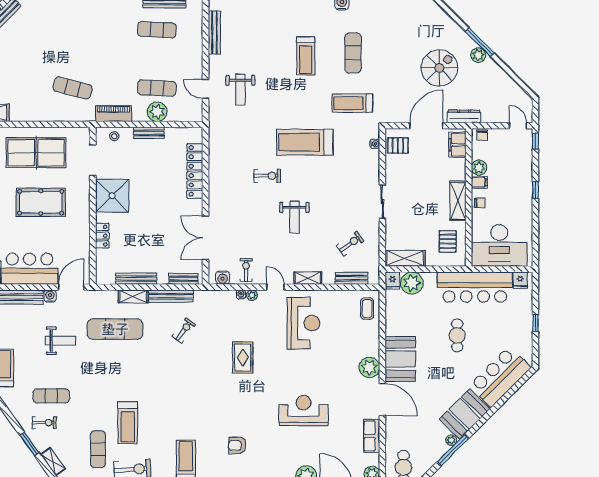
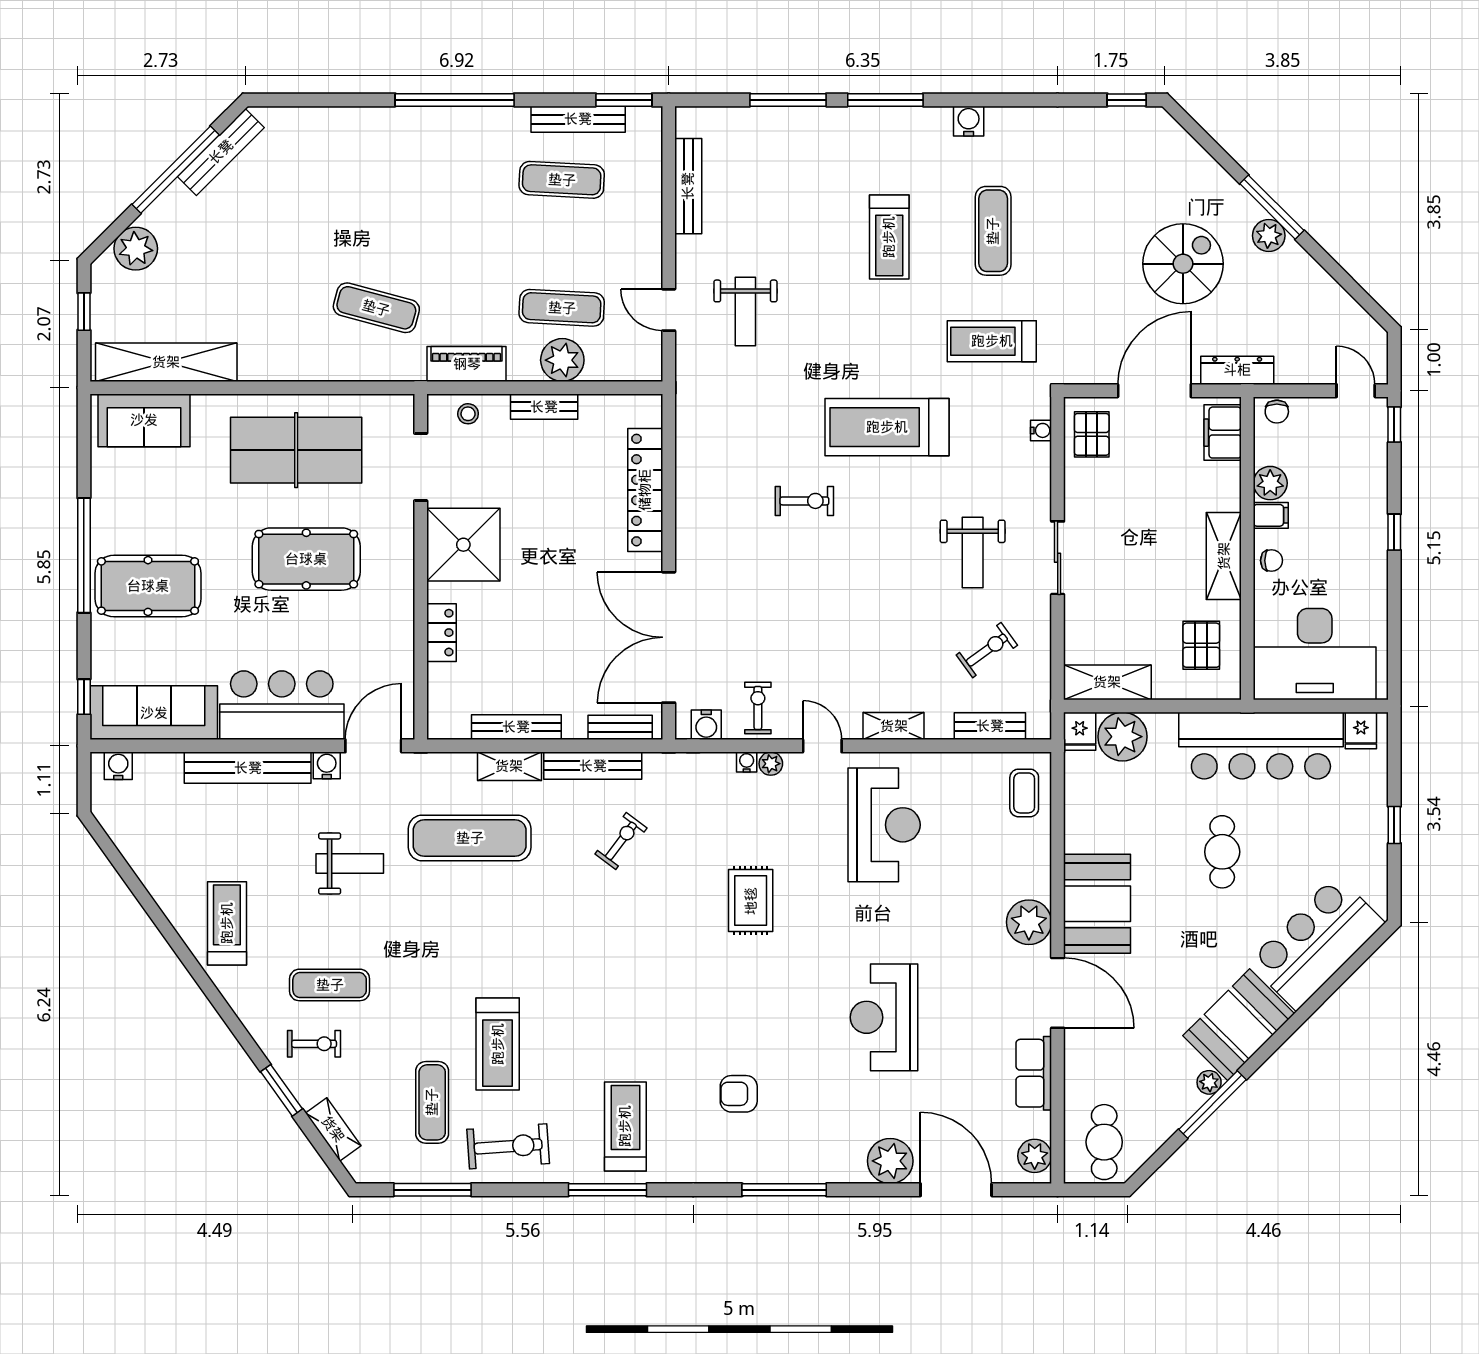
pallet: (398, 146) -> (1092, 434), turned 90
weight bench: (294, 217) -> (973, 552), moved
double door: (206, 238) -> (669, 637), width x1.36
reception desk: (303, 411) -> (884, 1017), turned -90

